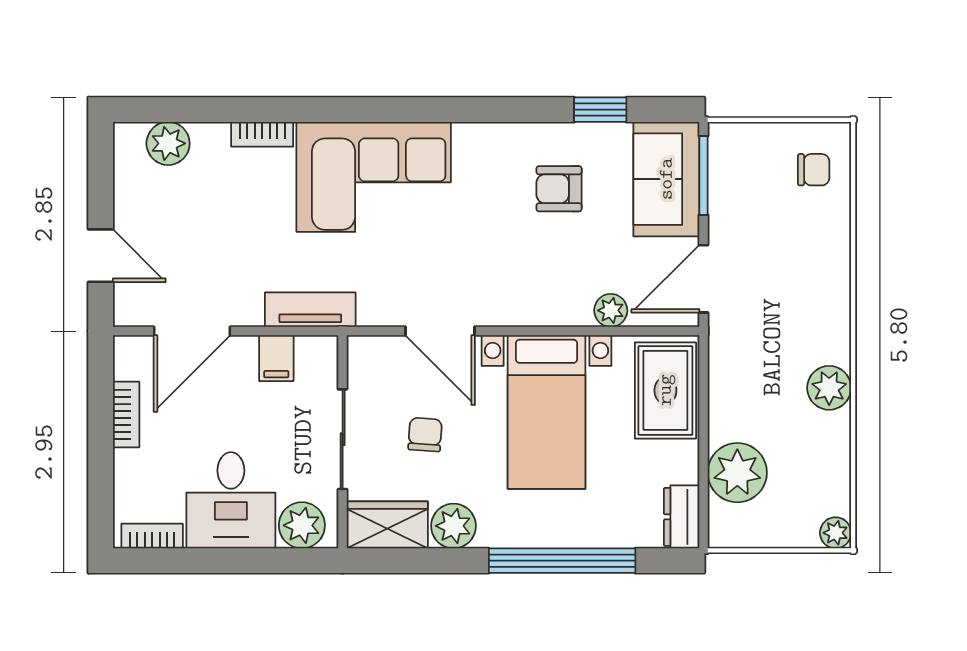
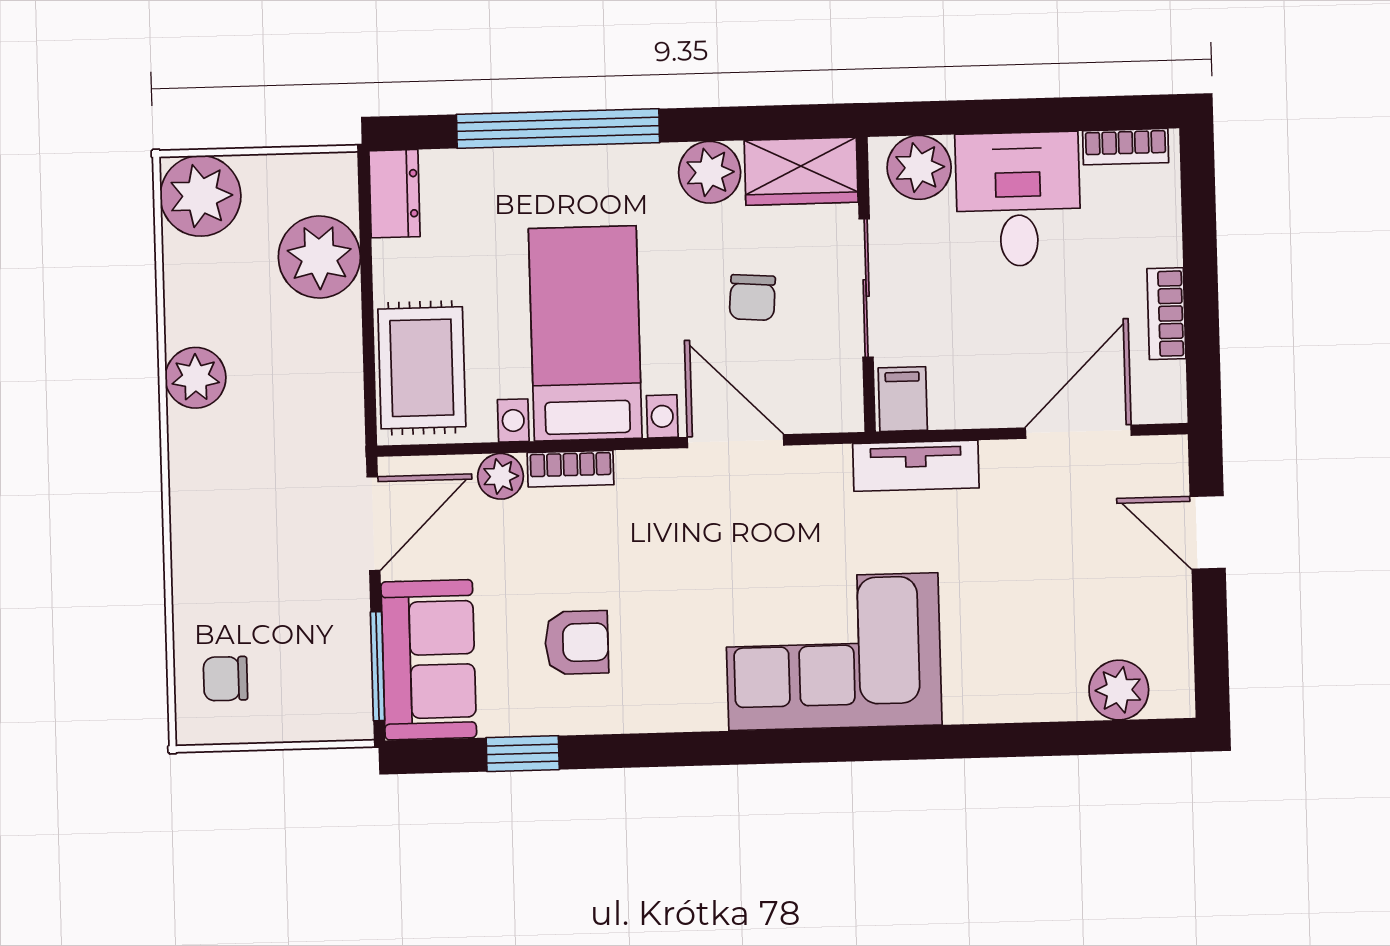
bookcase: (262, 134) -> (571, 469), moved, turned 180
filing cabinet: (276, 358) -> (903, 399), moved
plant: (836, 533) -> (200, 196), width x1.87, depth x1.87

